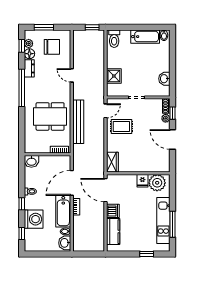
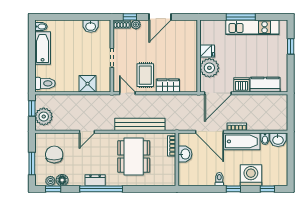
plant: (85, 38) -> (44, 117), added
dresser: (29, 68) -> (95, 180), moved
washbasin: (31, 161) -> (185, 154), moved
wardrobe: (112, 162) -> (168, 85), moved
plant: (157, 183) -> (209, 68), moved
window: (172, 224) -> (241, 17), moved

